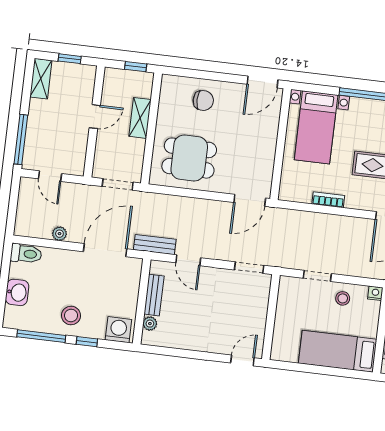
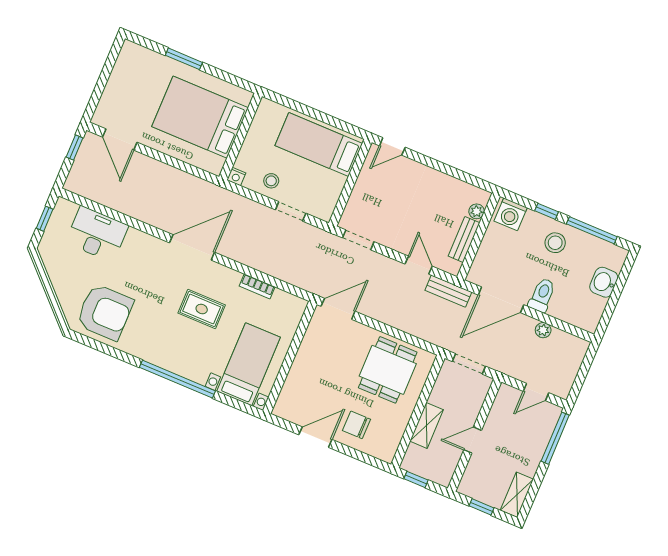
door: (262, 82) -> (315, 437), moved
dining table: (189, 158) -> (388, 370), turned 90
door: (50, 176) -> (536, 392), swing flipped
toilet: (26, 254) -> (542, 295), moved, turned 90
bed: (338, 351) -> (319, 144), moved, turned 180

